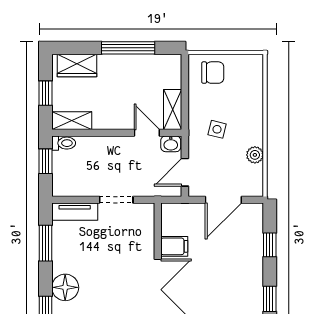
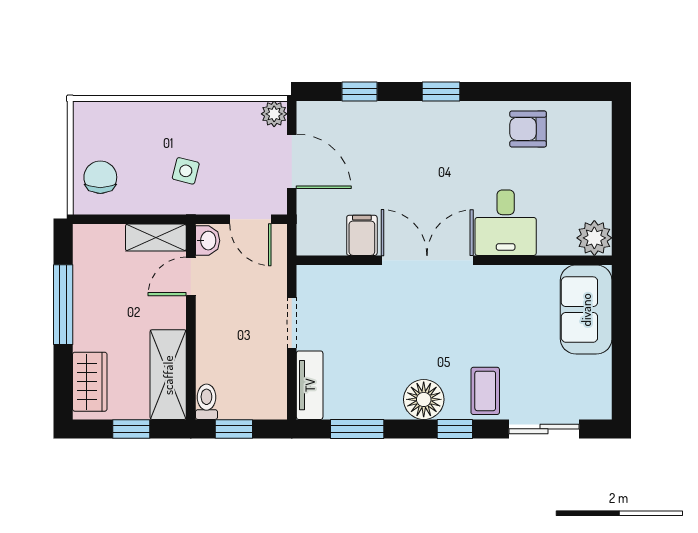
shelving: (72, 121) -> (168, 375), width x1.50, depth x1.33
plant: (255, 155) -> (274, 114), moved

